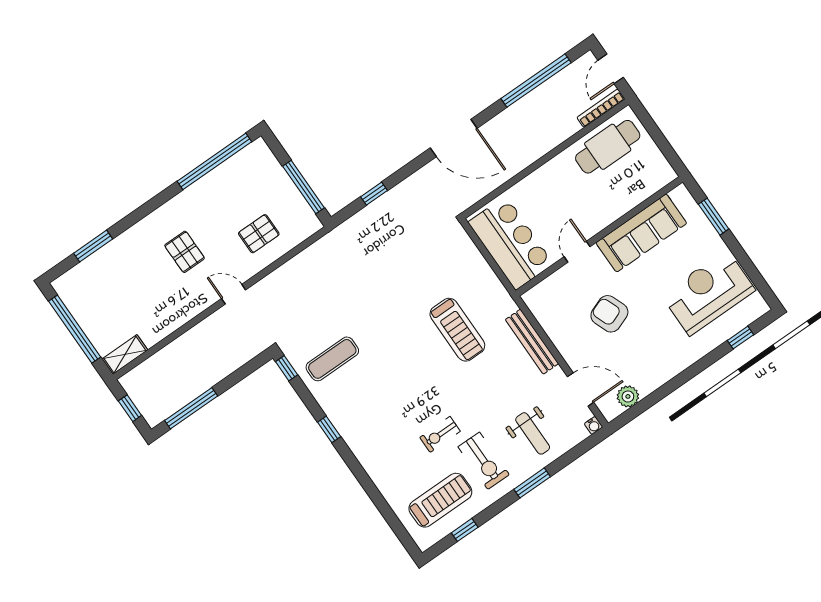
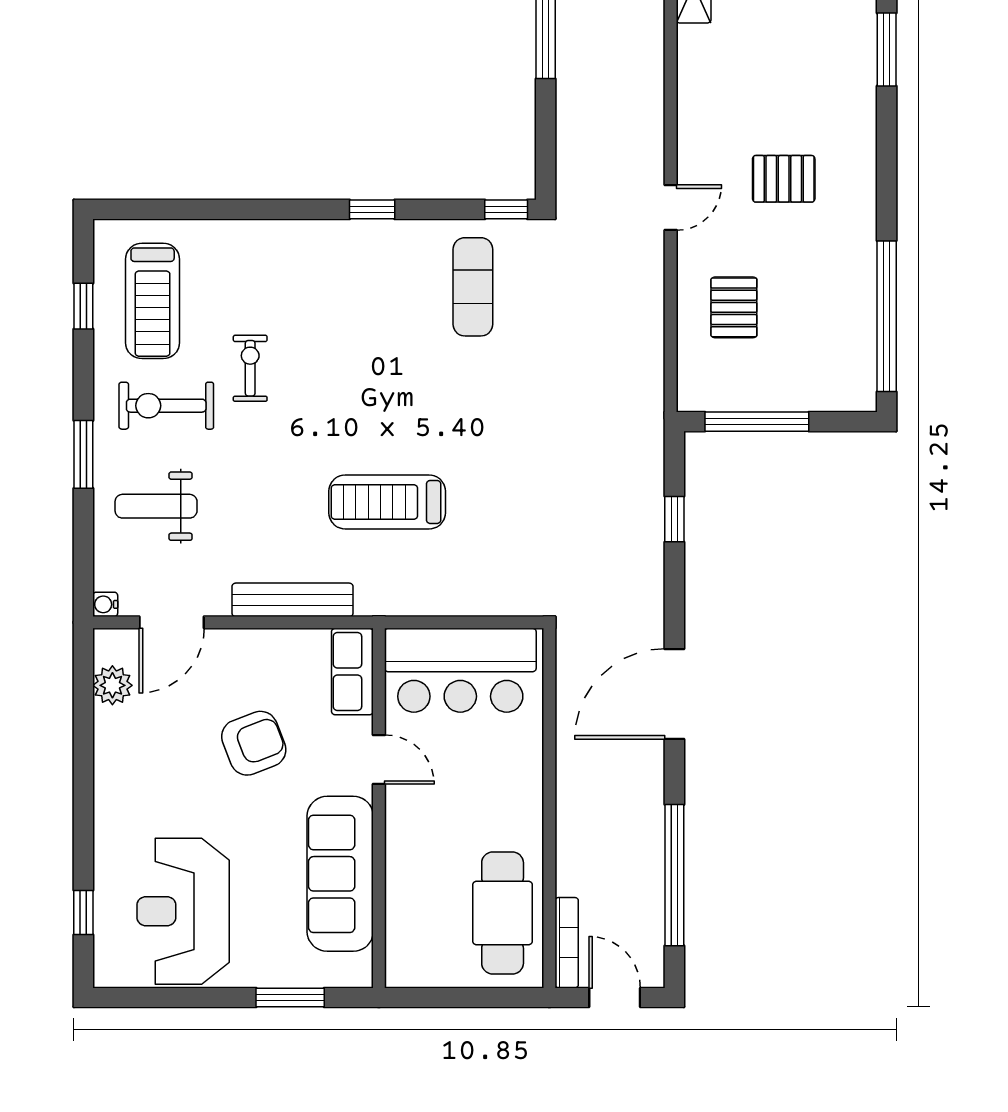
row of seats: (546, 292) -> (352, 672), added
reception desk: (708, 293) -> (183, 911), turned 180

